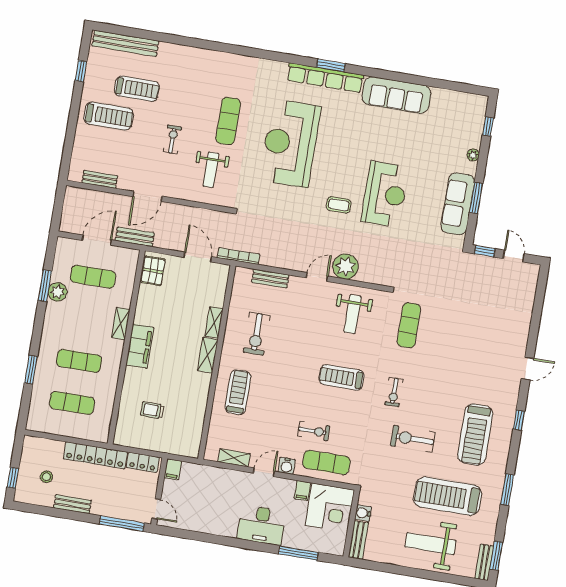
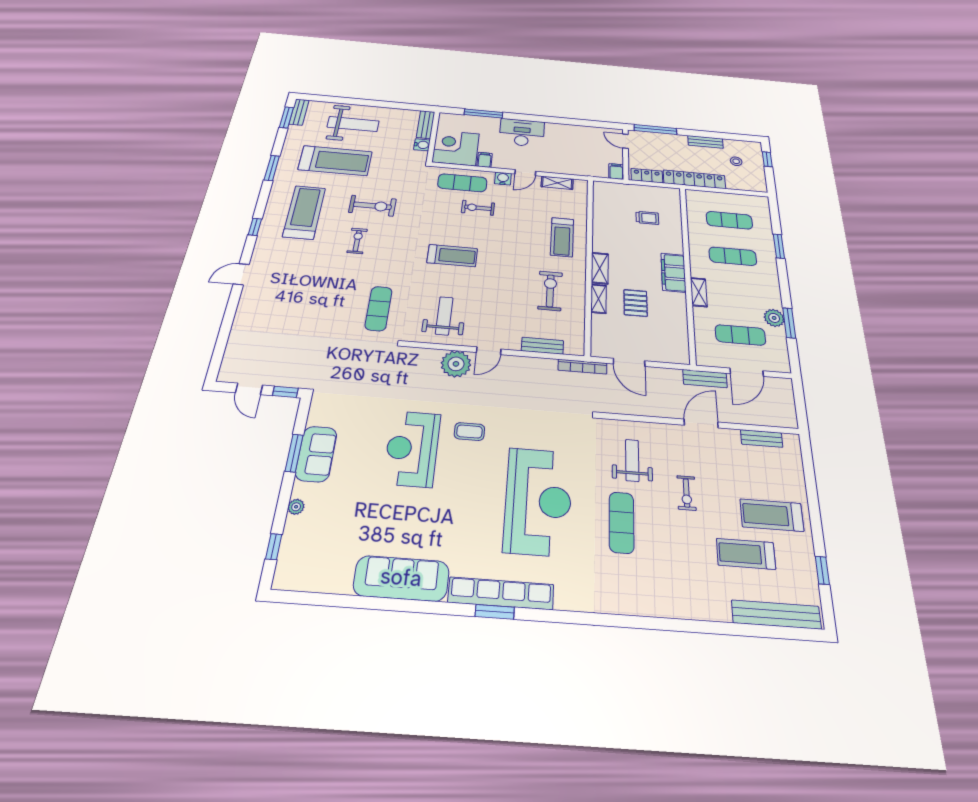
sofa: (458, 204) -> (316, 454), width x0.73
pallet: (153, 271) -> (636, 303), moved
exercise bike: (394, 392) -> (357, 241), moved

